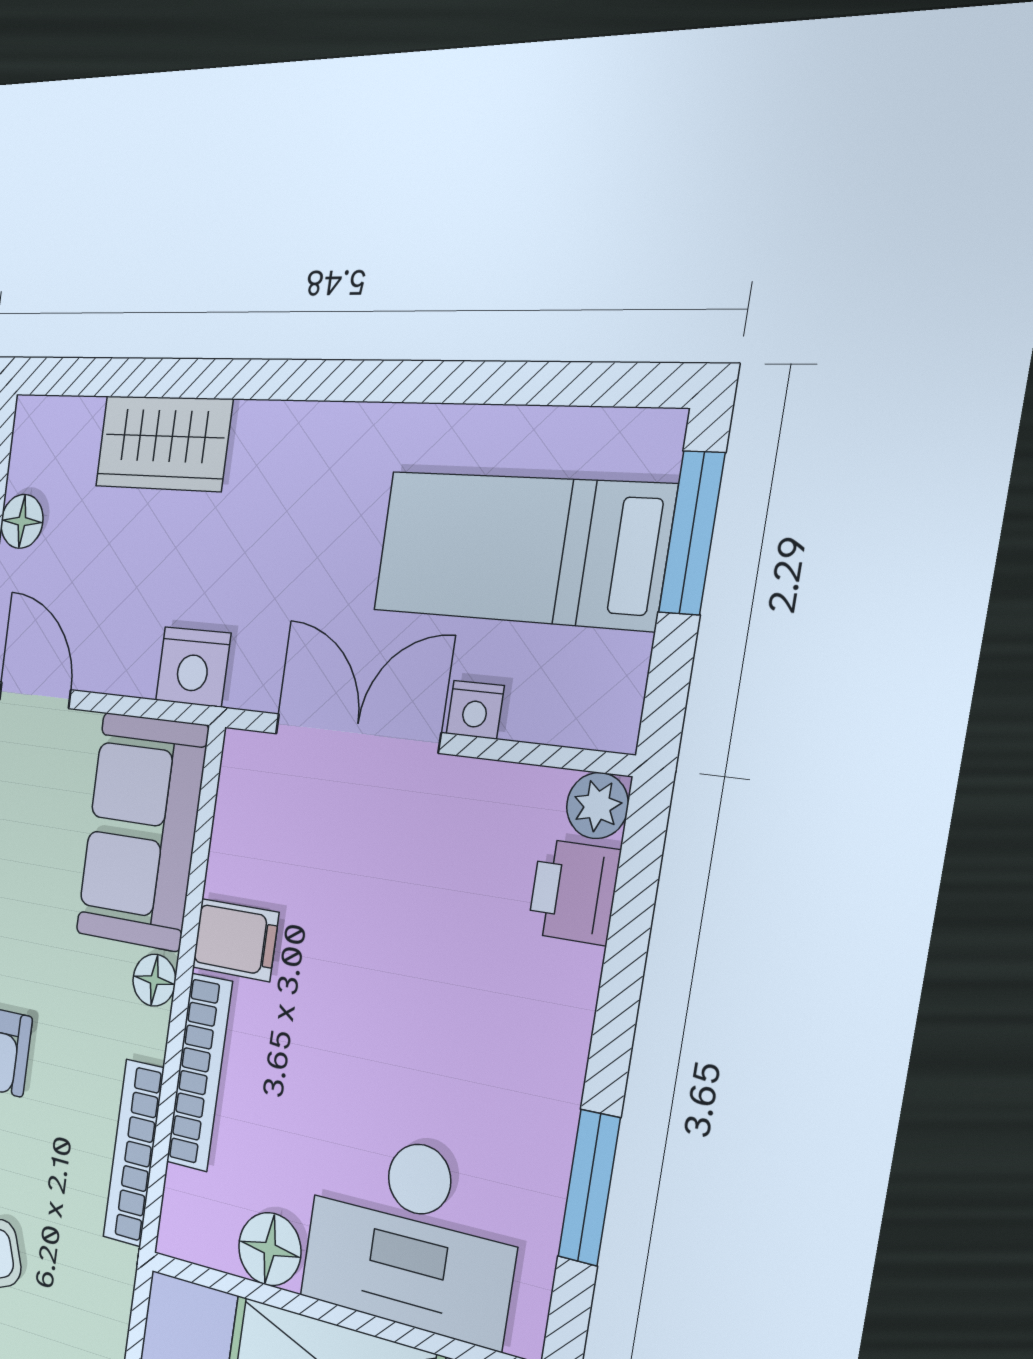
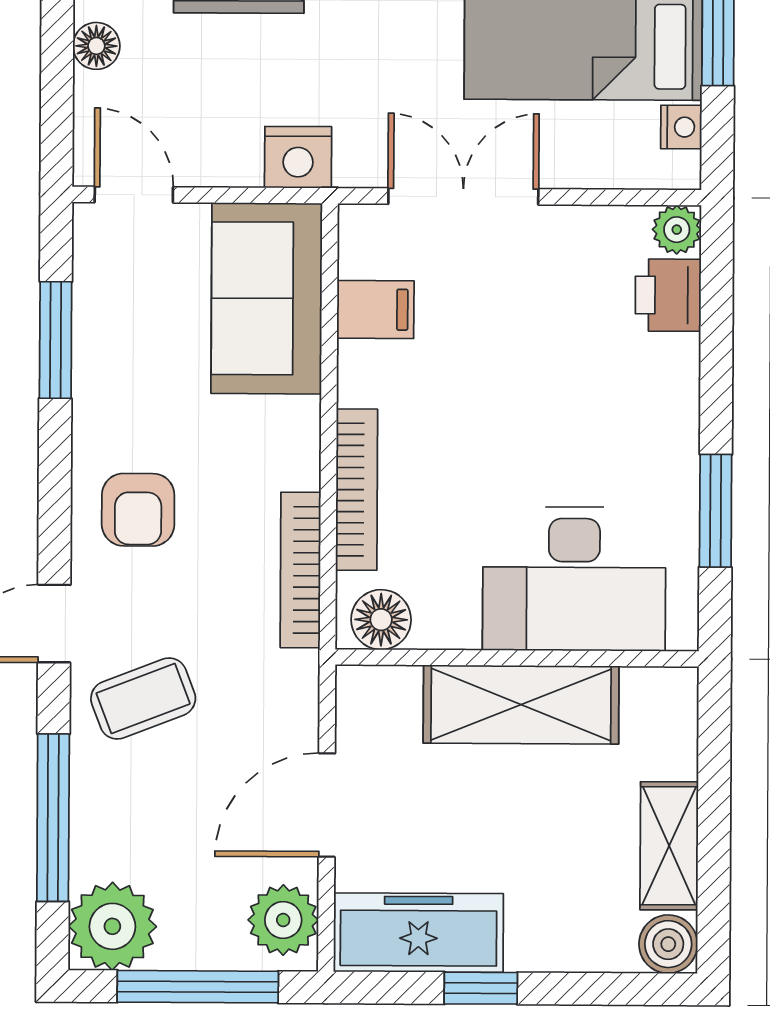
nightstand: (475, 710) -> (681, 127), moved, turned -90
filing cabinet: (235, 940) -> (375, 310), moved
floor lamp: (154, 980) -> (299, 421), removed
floor lamp: (270, 1249) -> (381, 620), moved

